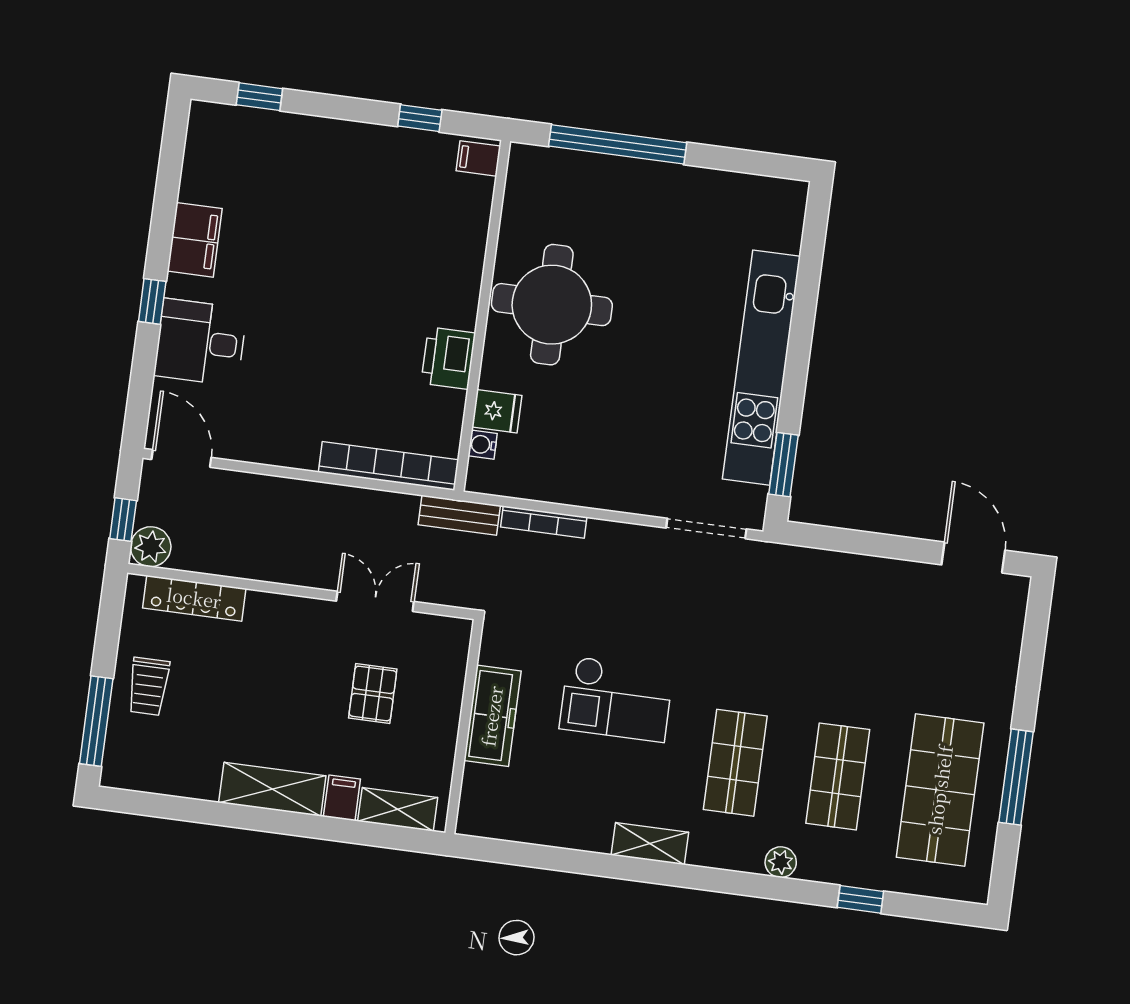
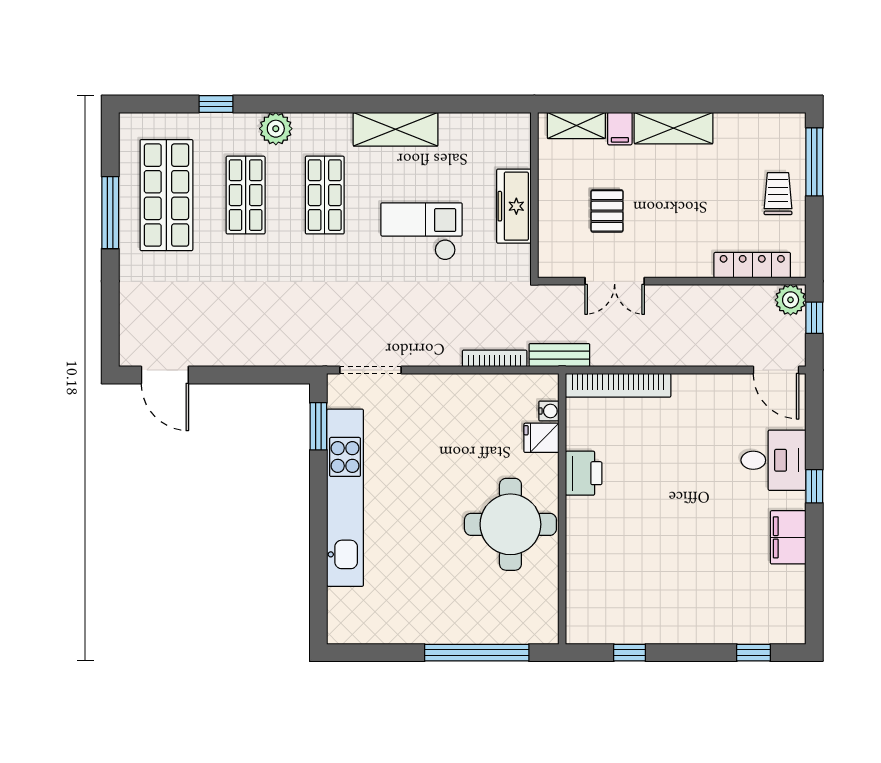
filing cabinet: (478, 158) -> (581, 628), removed
shelving: (650, 844) -> (396, 129), width x1.50, depth x1.33
plant: (781, 862) -> (276, 129), width x1.38, depth x1.38

